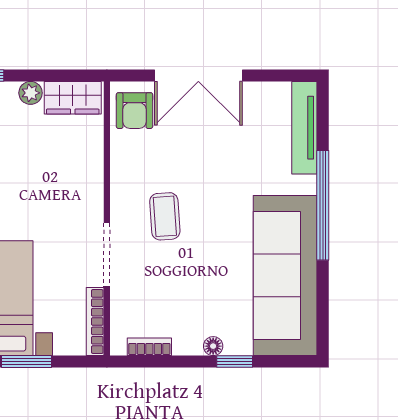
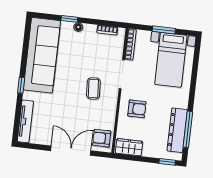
plant: (31, 93) -> (148, 152), removed
armchair: (134, 111) -> (102, 138), turned -90
armchair: (65, 183) -> (137, 109), added
window: (323, 205) -> (21, 85), width x0.32

